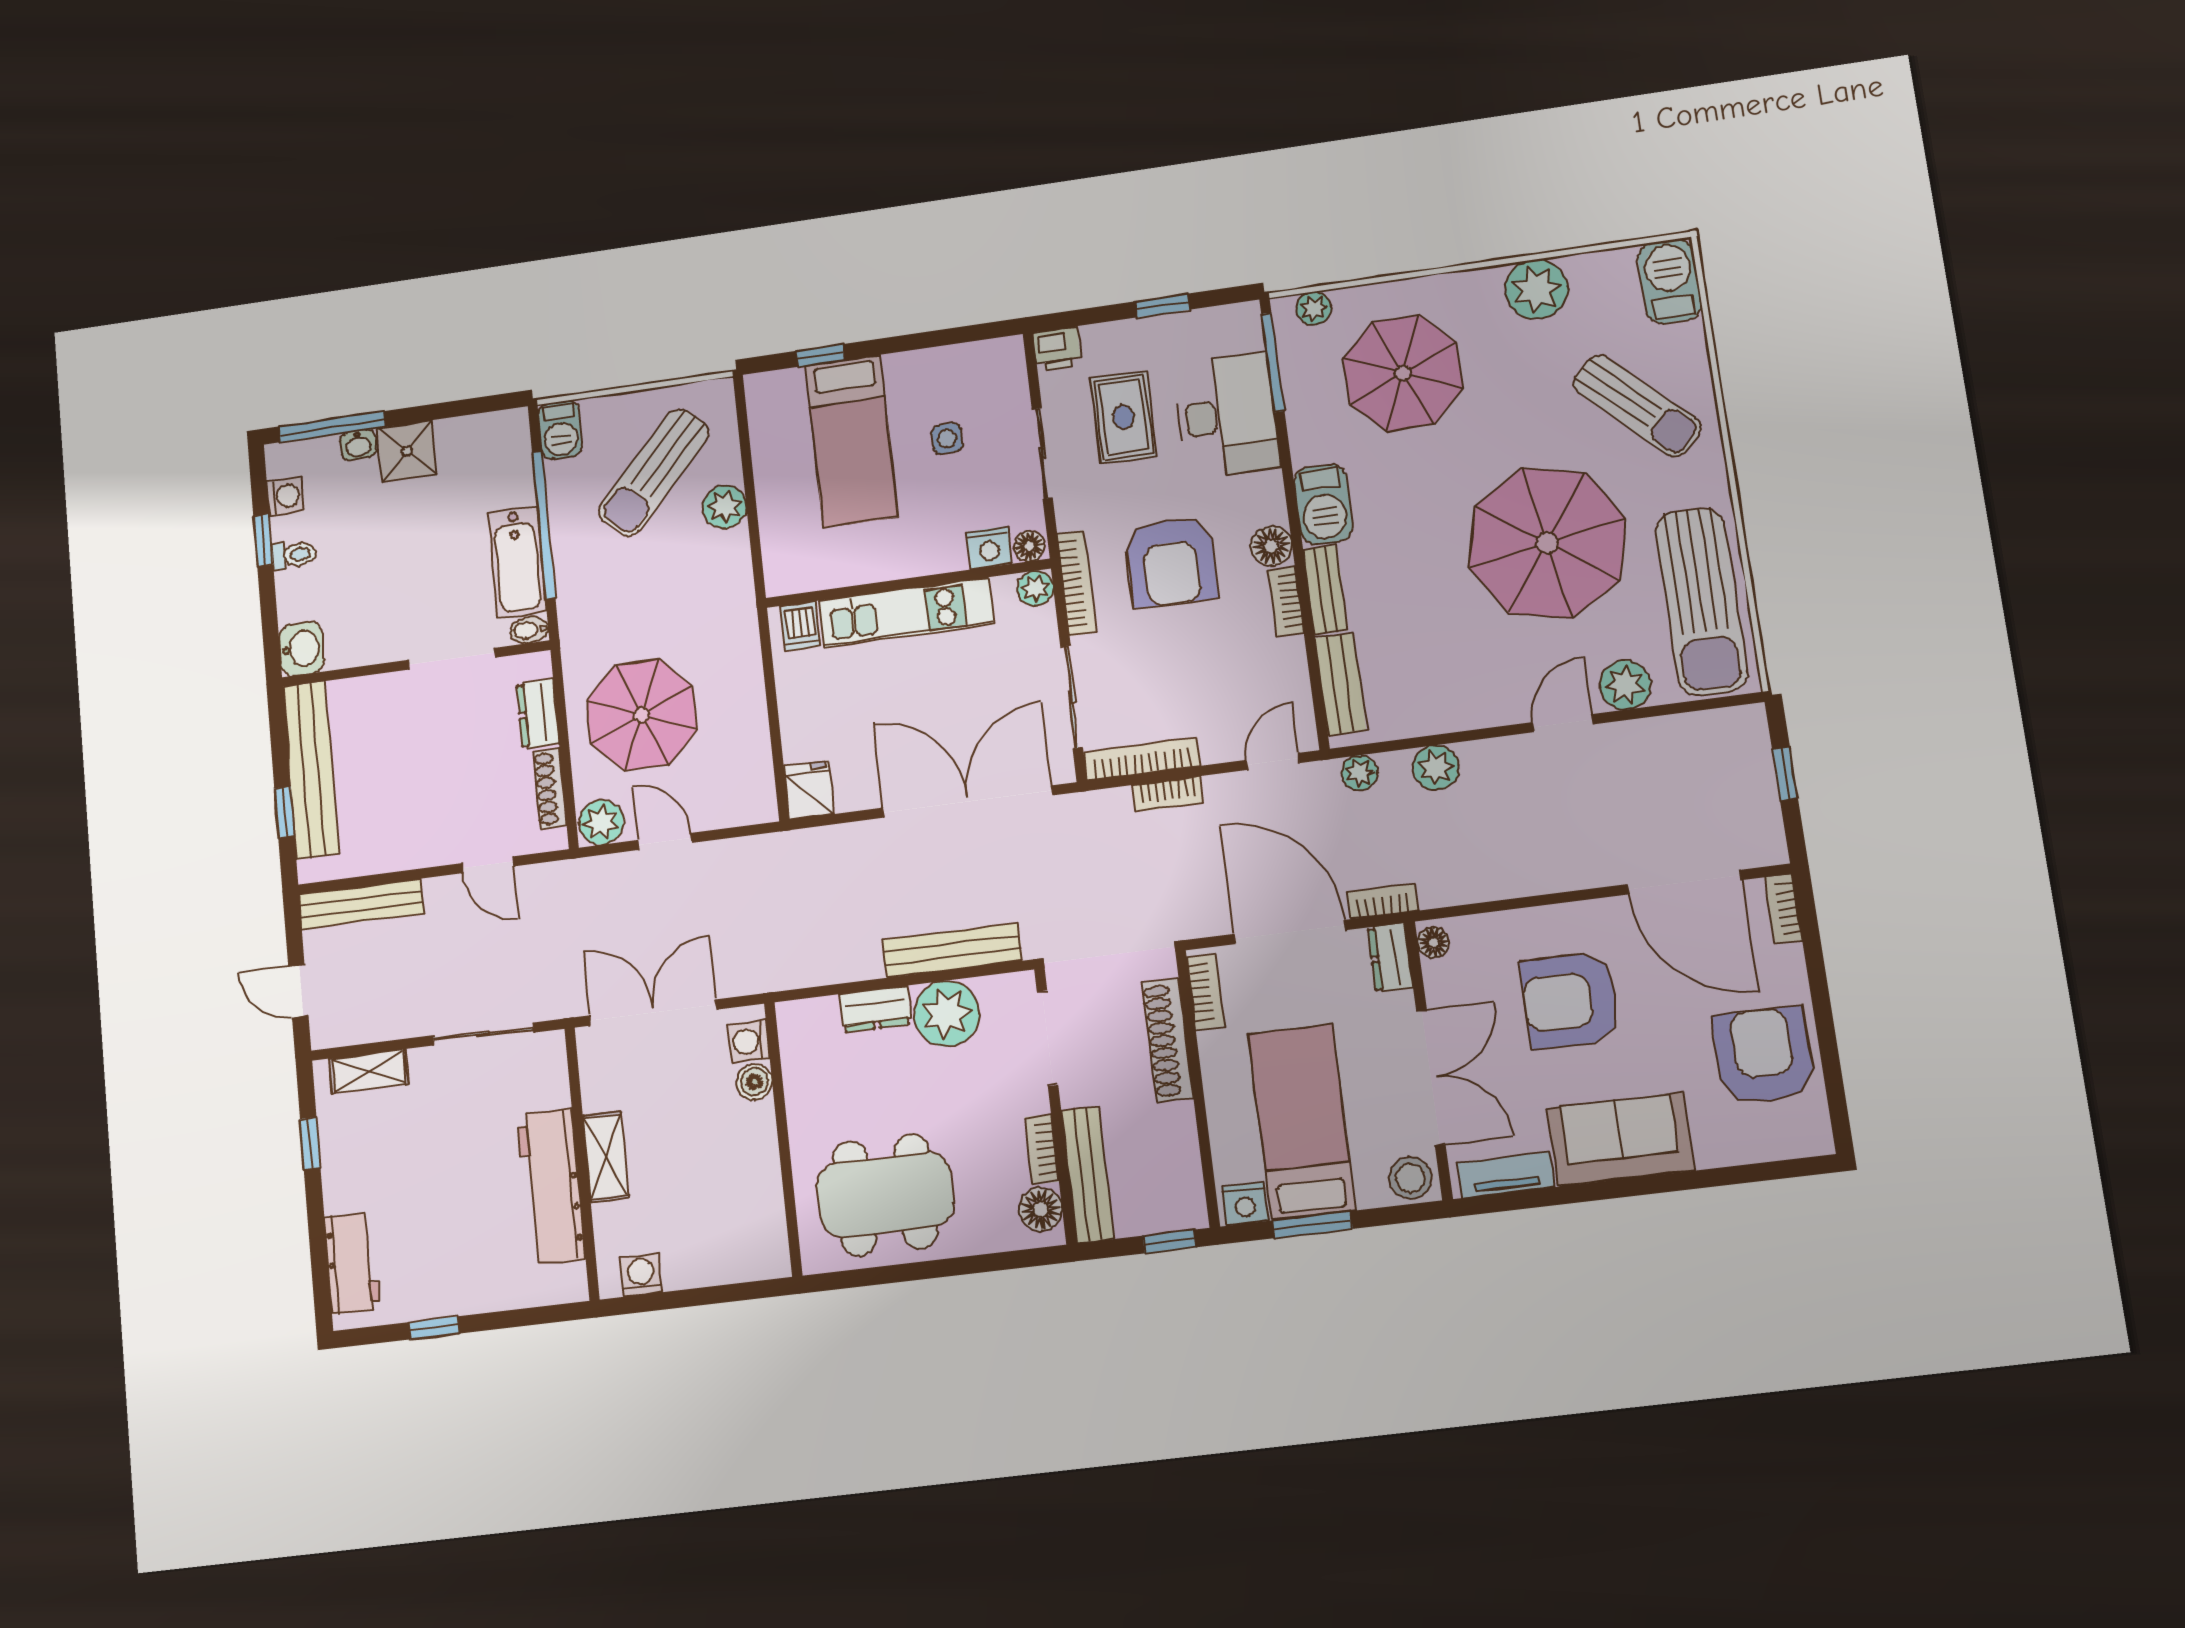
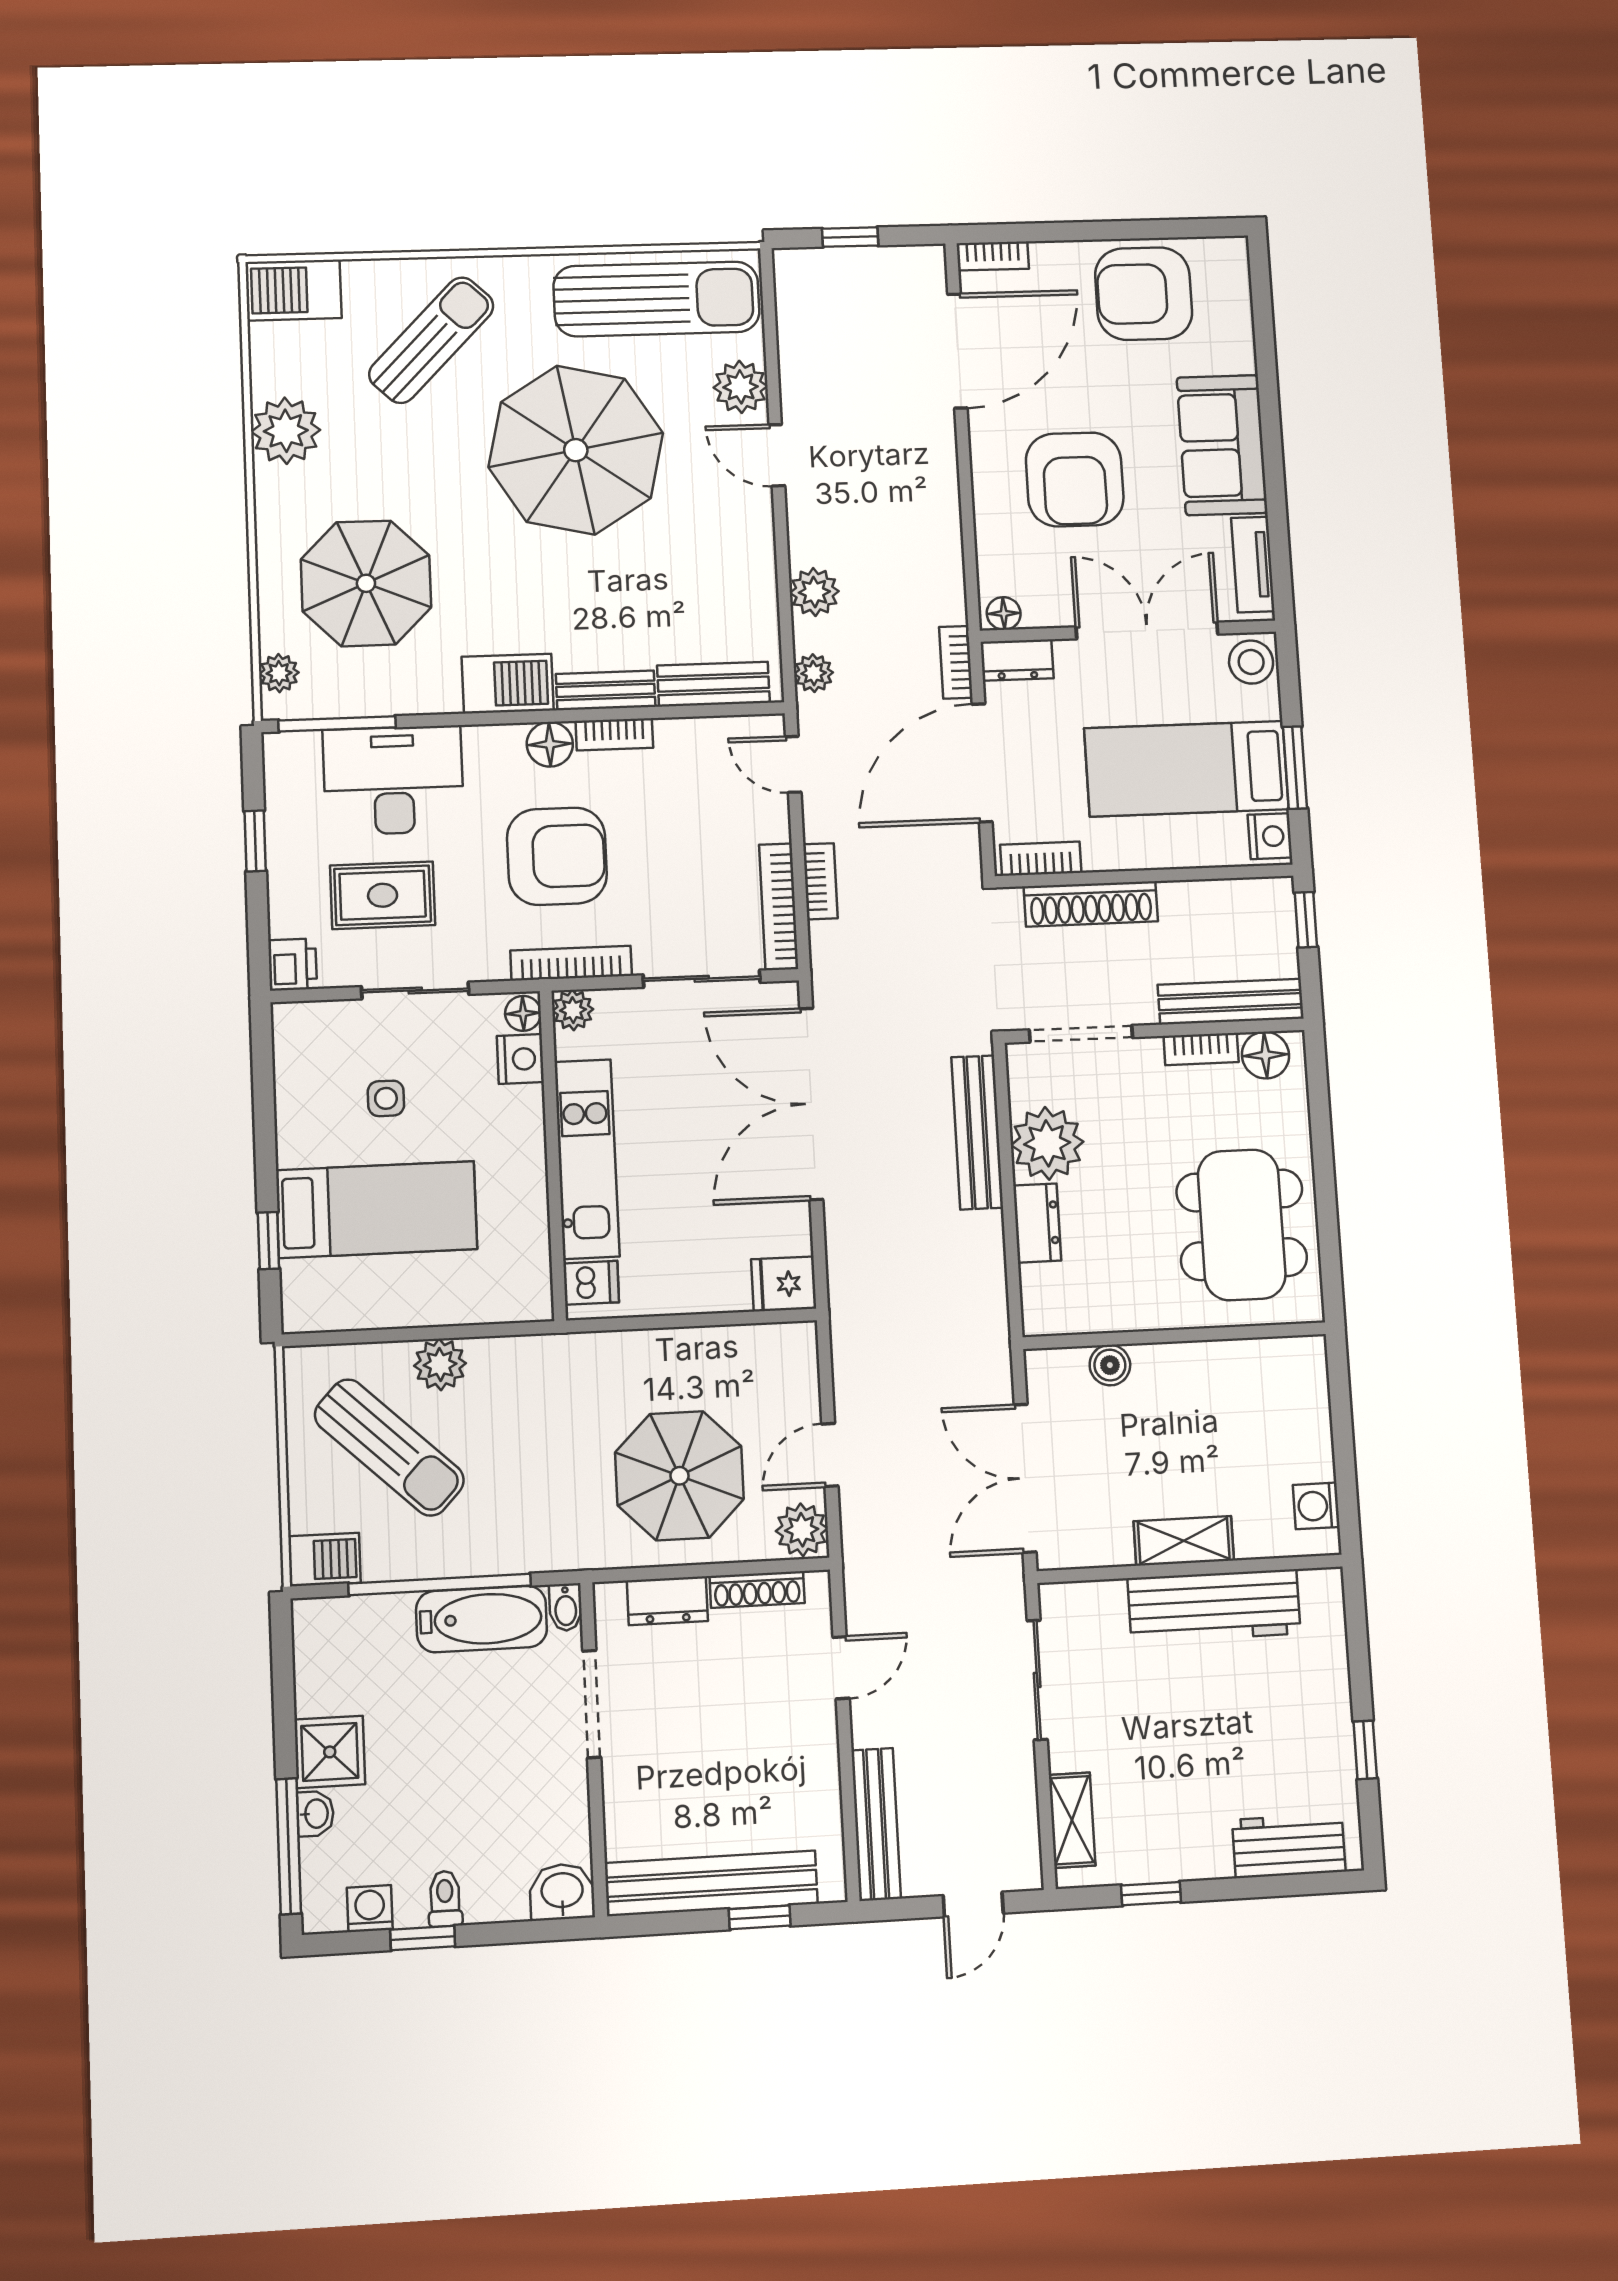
washing machine: (749, 1041) -> (1064, 1369), removed

